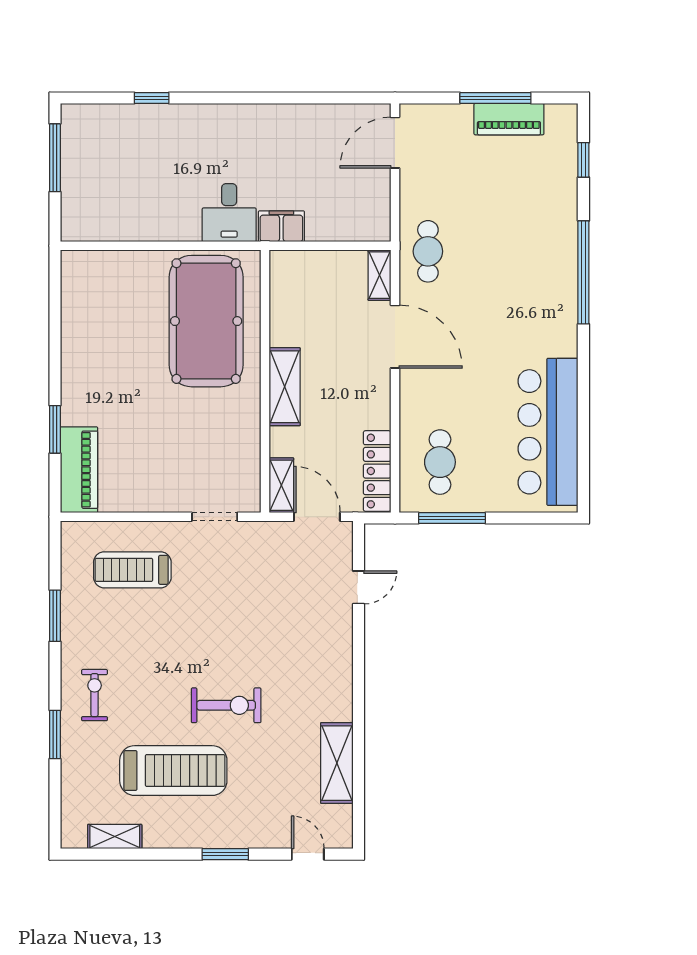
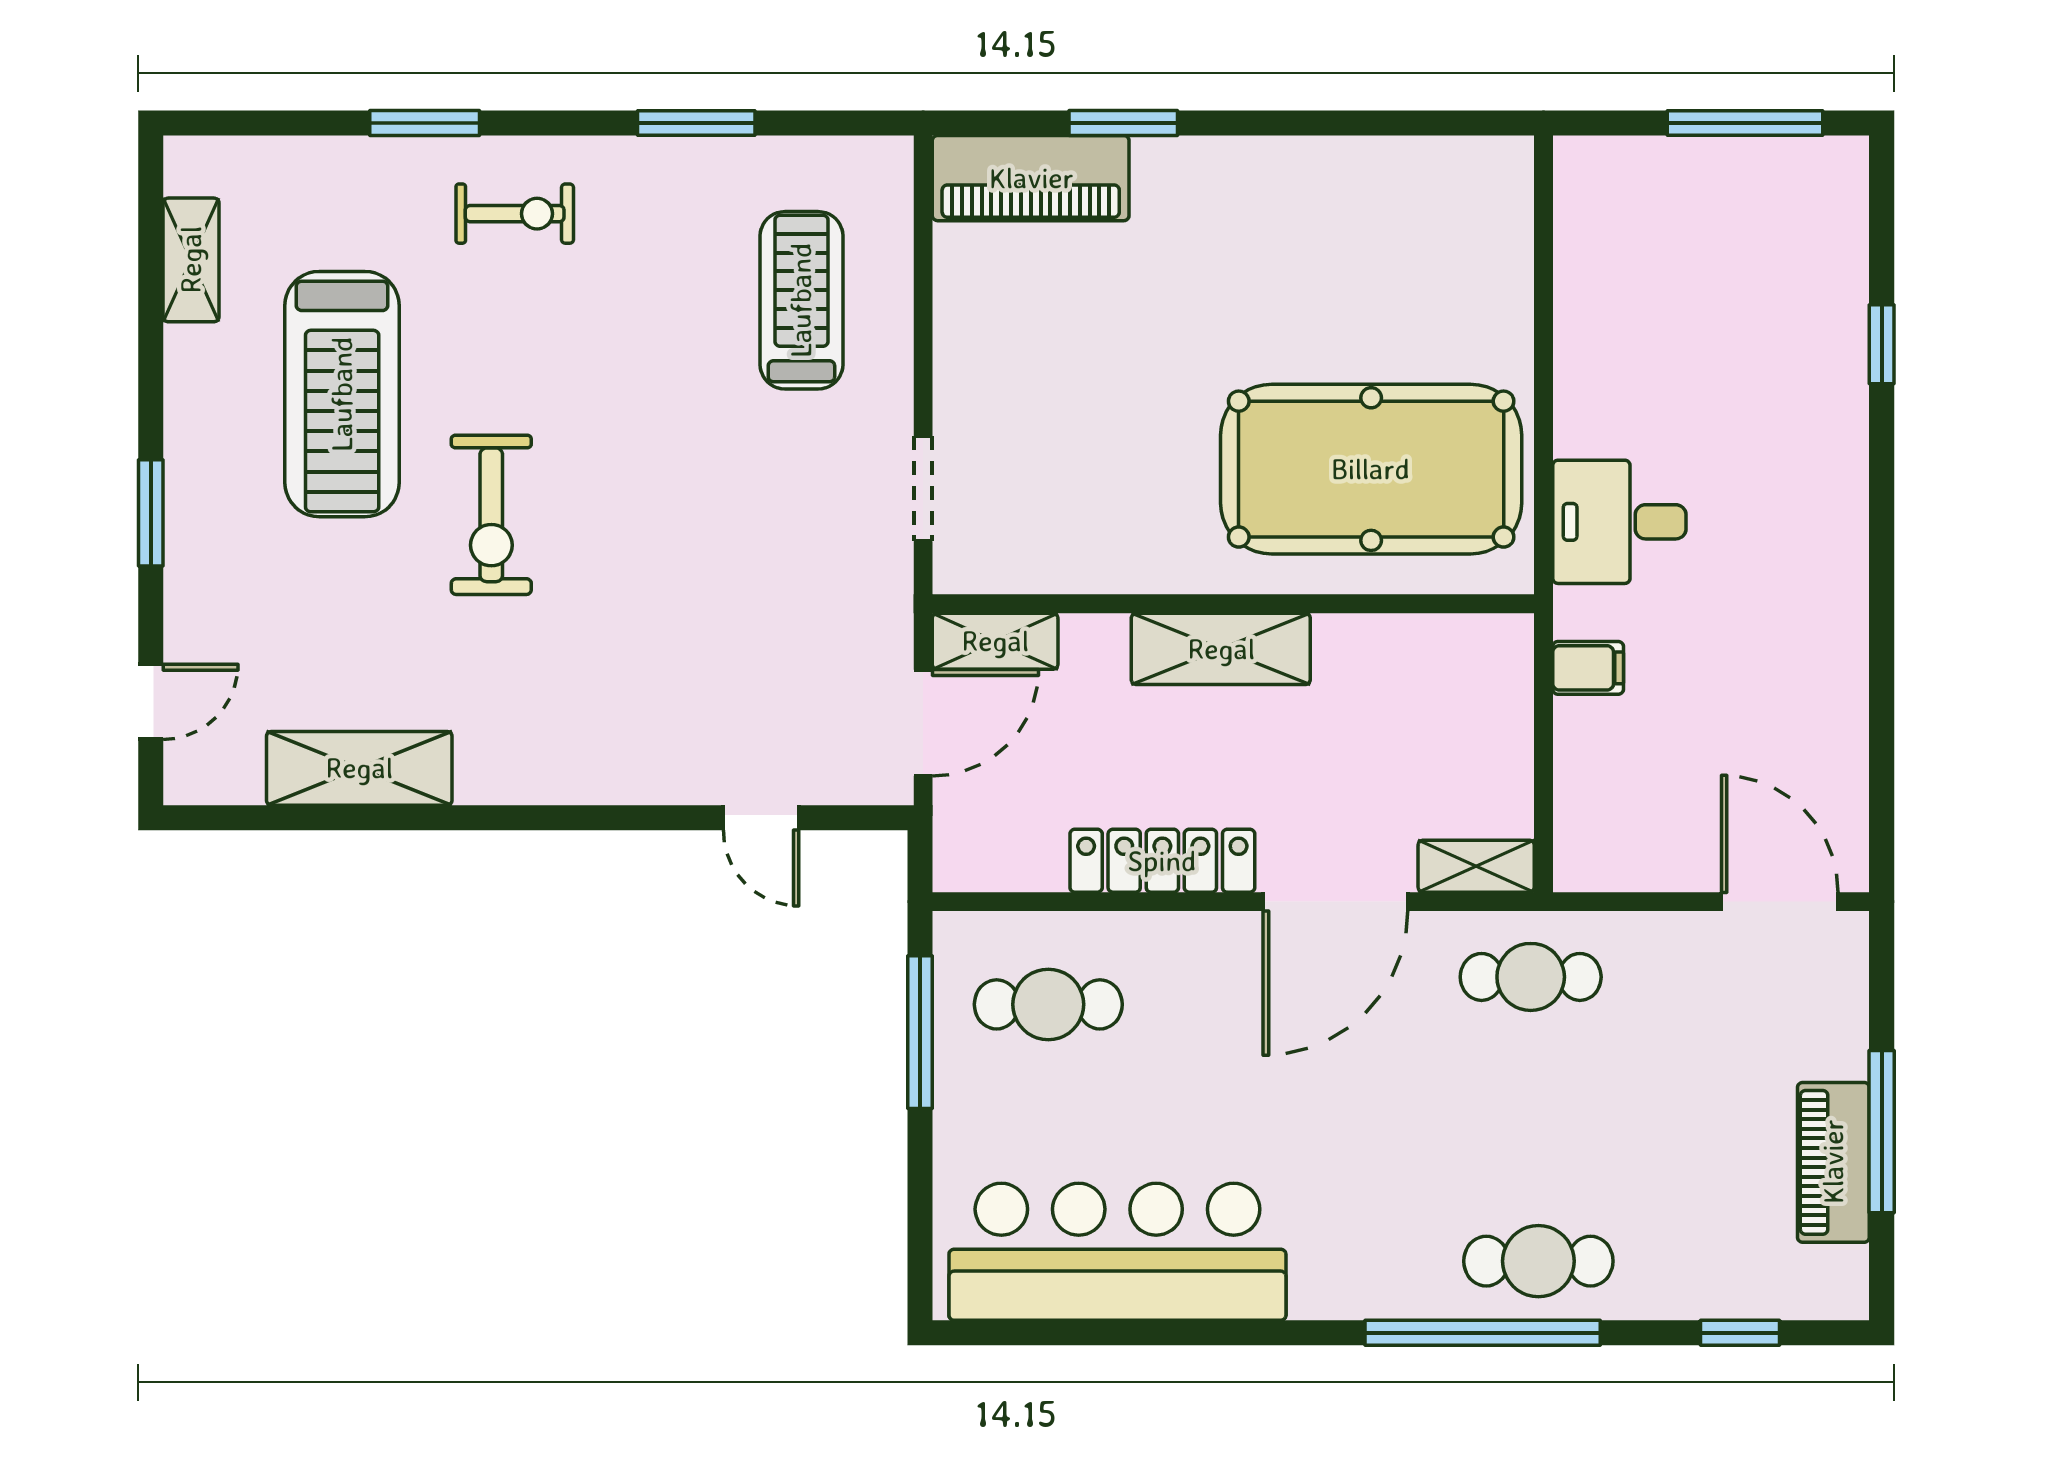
filing cabinet: (281, 226) -> (1588, 668), width x0.50
cafe table: (552, 248) -> (1538, 1261), added
locker: (377, 471) -> (1162, 861), moved

